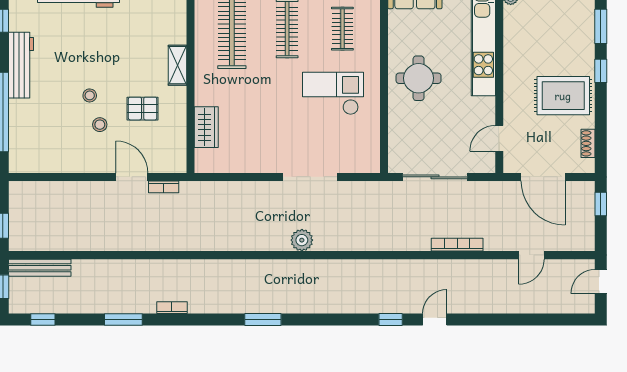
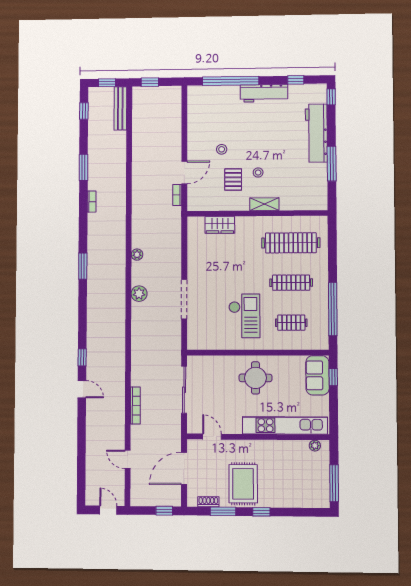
window: (601, 26) -> (223, 511), moved
stool: (90, 95) -> (258, 173), moved
plant: (247, 243) -> (137, 255), added

